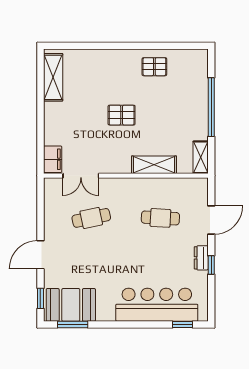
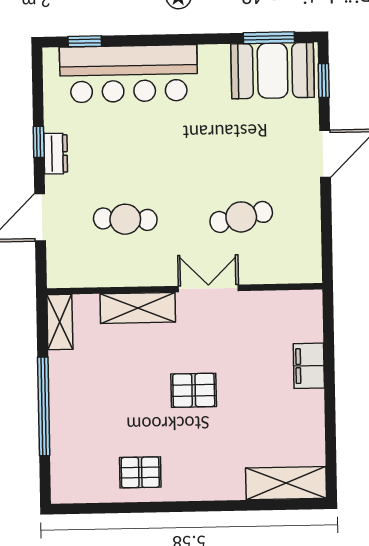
shelving: (53, 77) -> (286, 483), moved, turned 90
filing cabinet: (53, 159) -> (309, 366), moved
double door: (81, 176) -> (208, 288), moved

